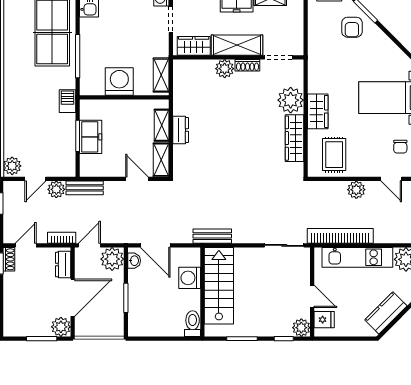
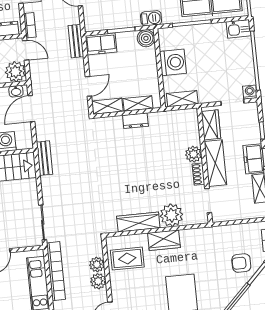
boiler: (89, 109) -> (146, 38), added
freezer: (91, 137) -> (101, 44), moved
plant: (56, 189) -> (97, 265), moved

